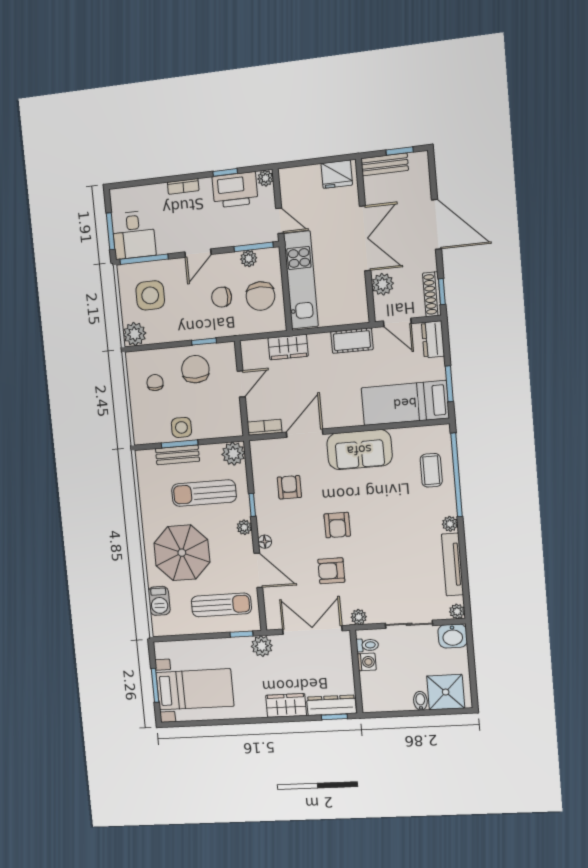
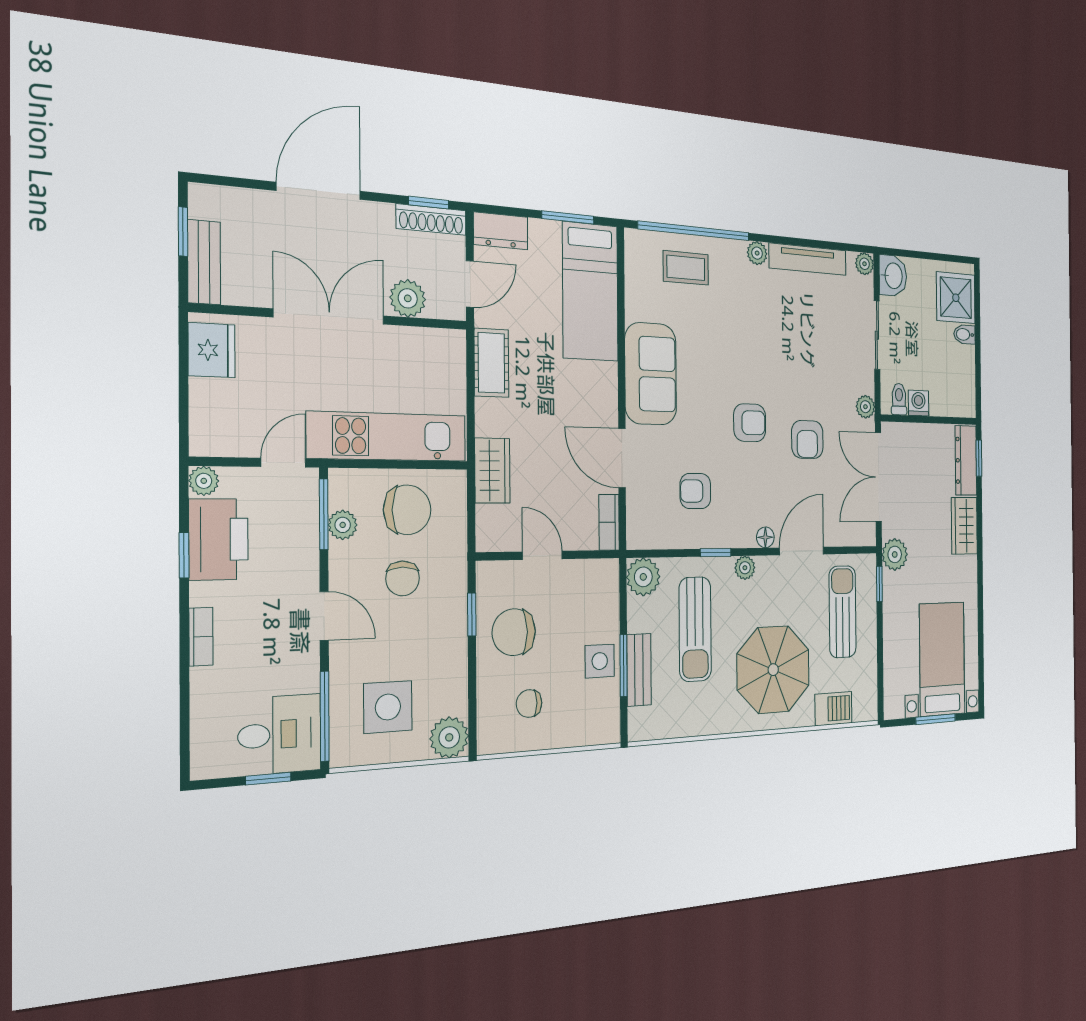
window: (111, 231) -> (268, 779), width x0.67

